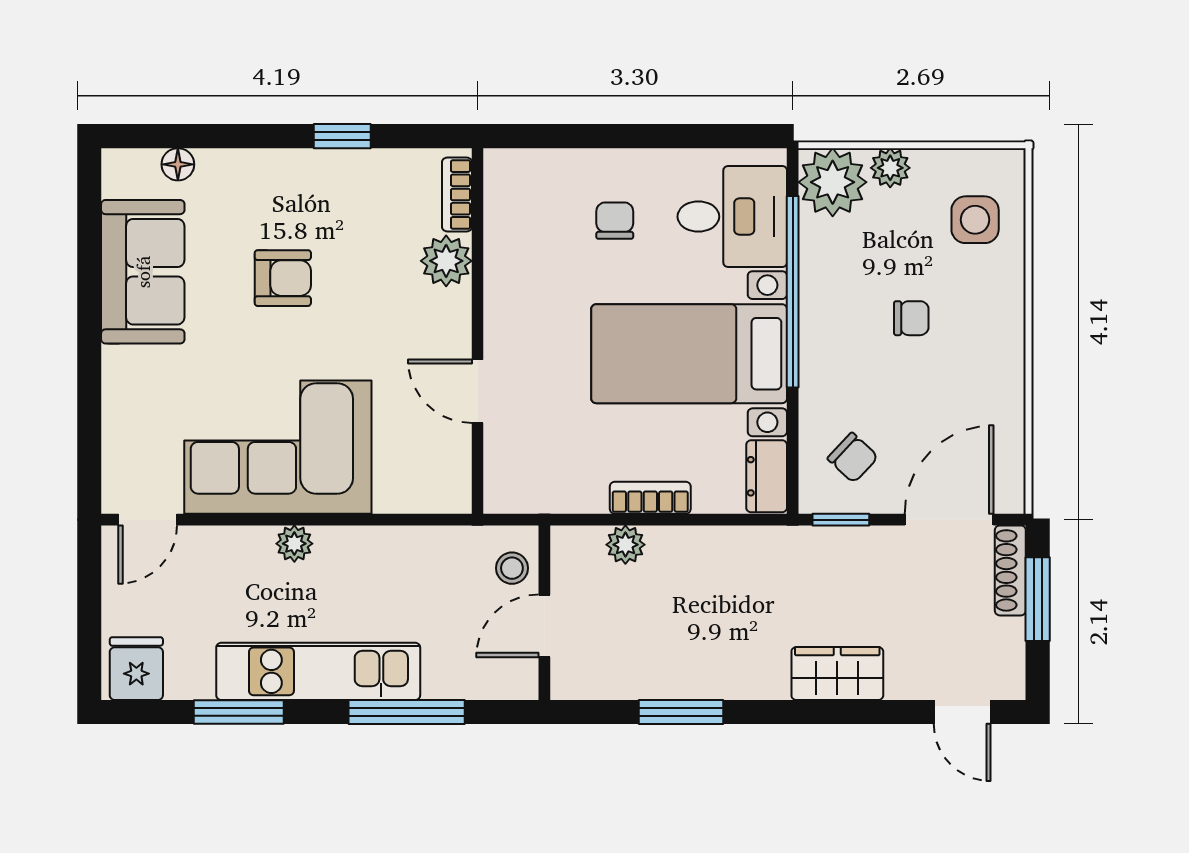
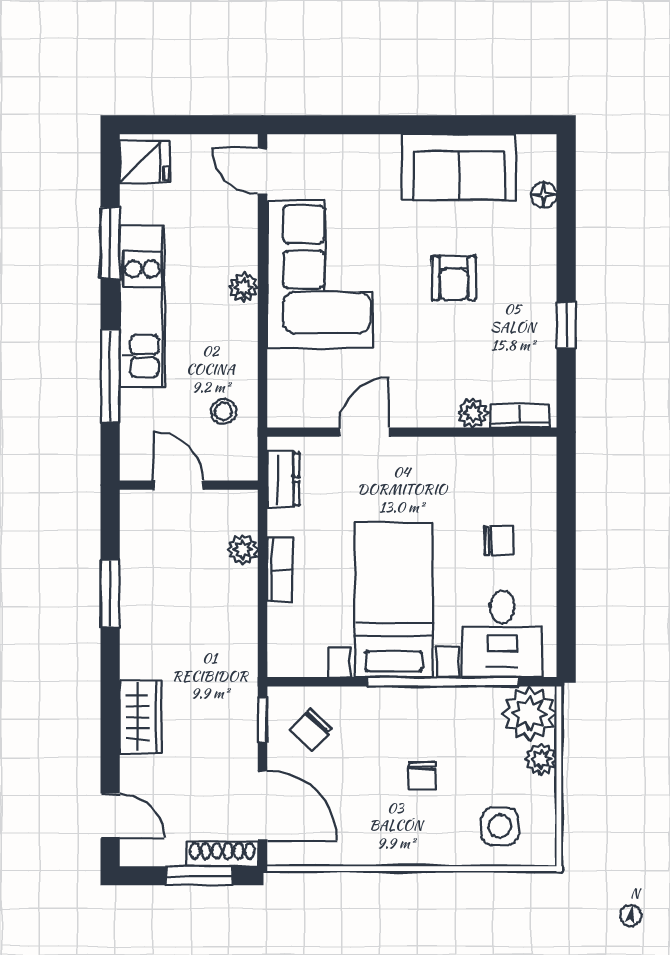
plant: (446, 261) -> (473, 413), width x0.73, depth x0.73
dresser: (767, 476) -> (283, 479), moved, turned 90
stool: (512, 568) -> (223, 411), moved
door: (962, 712) -> (110, 816), swing flipped

